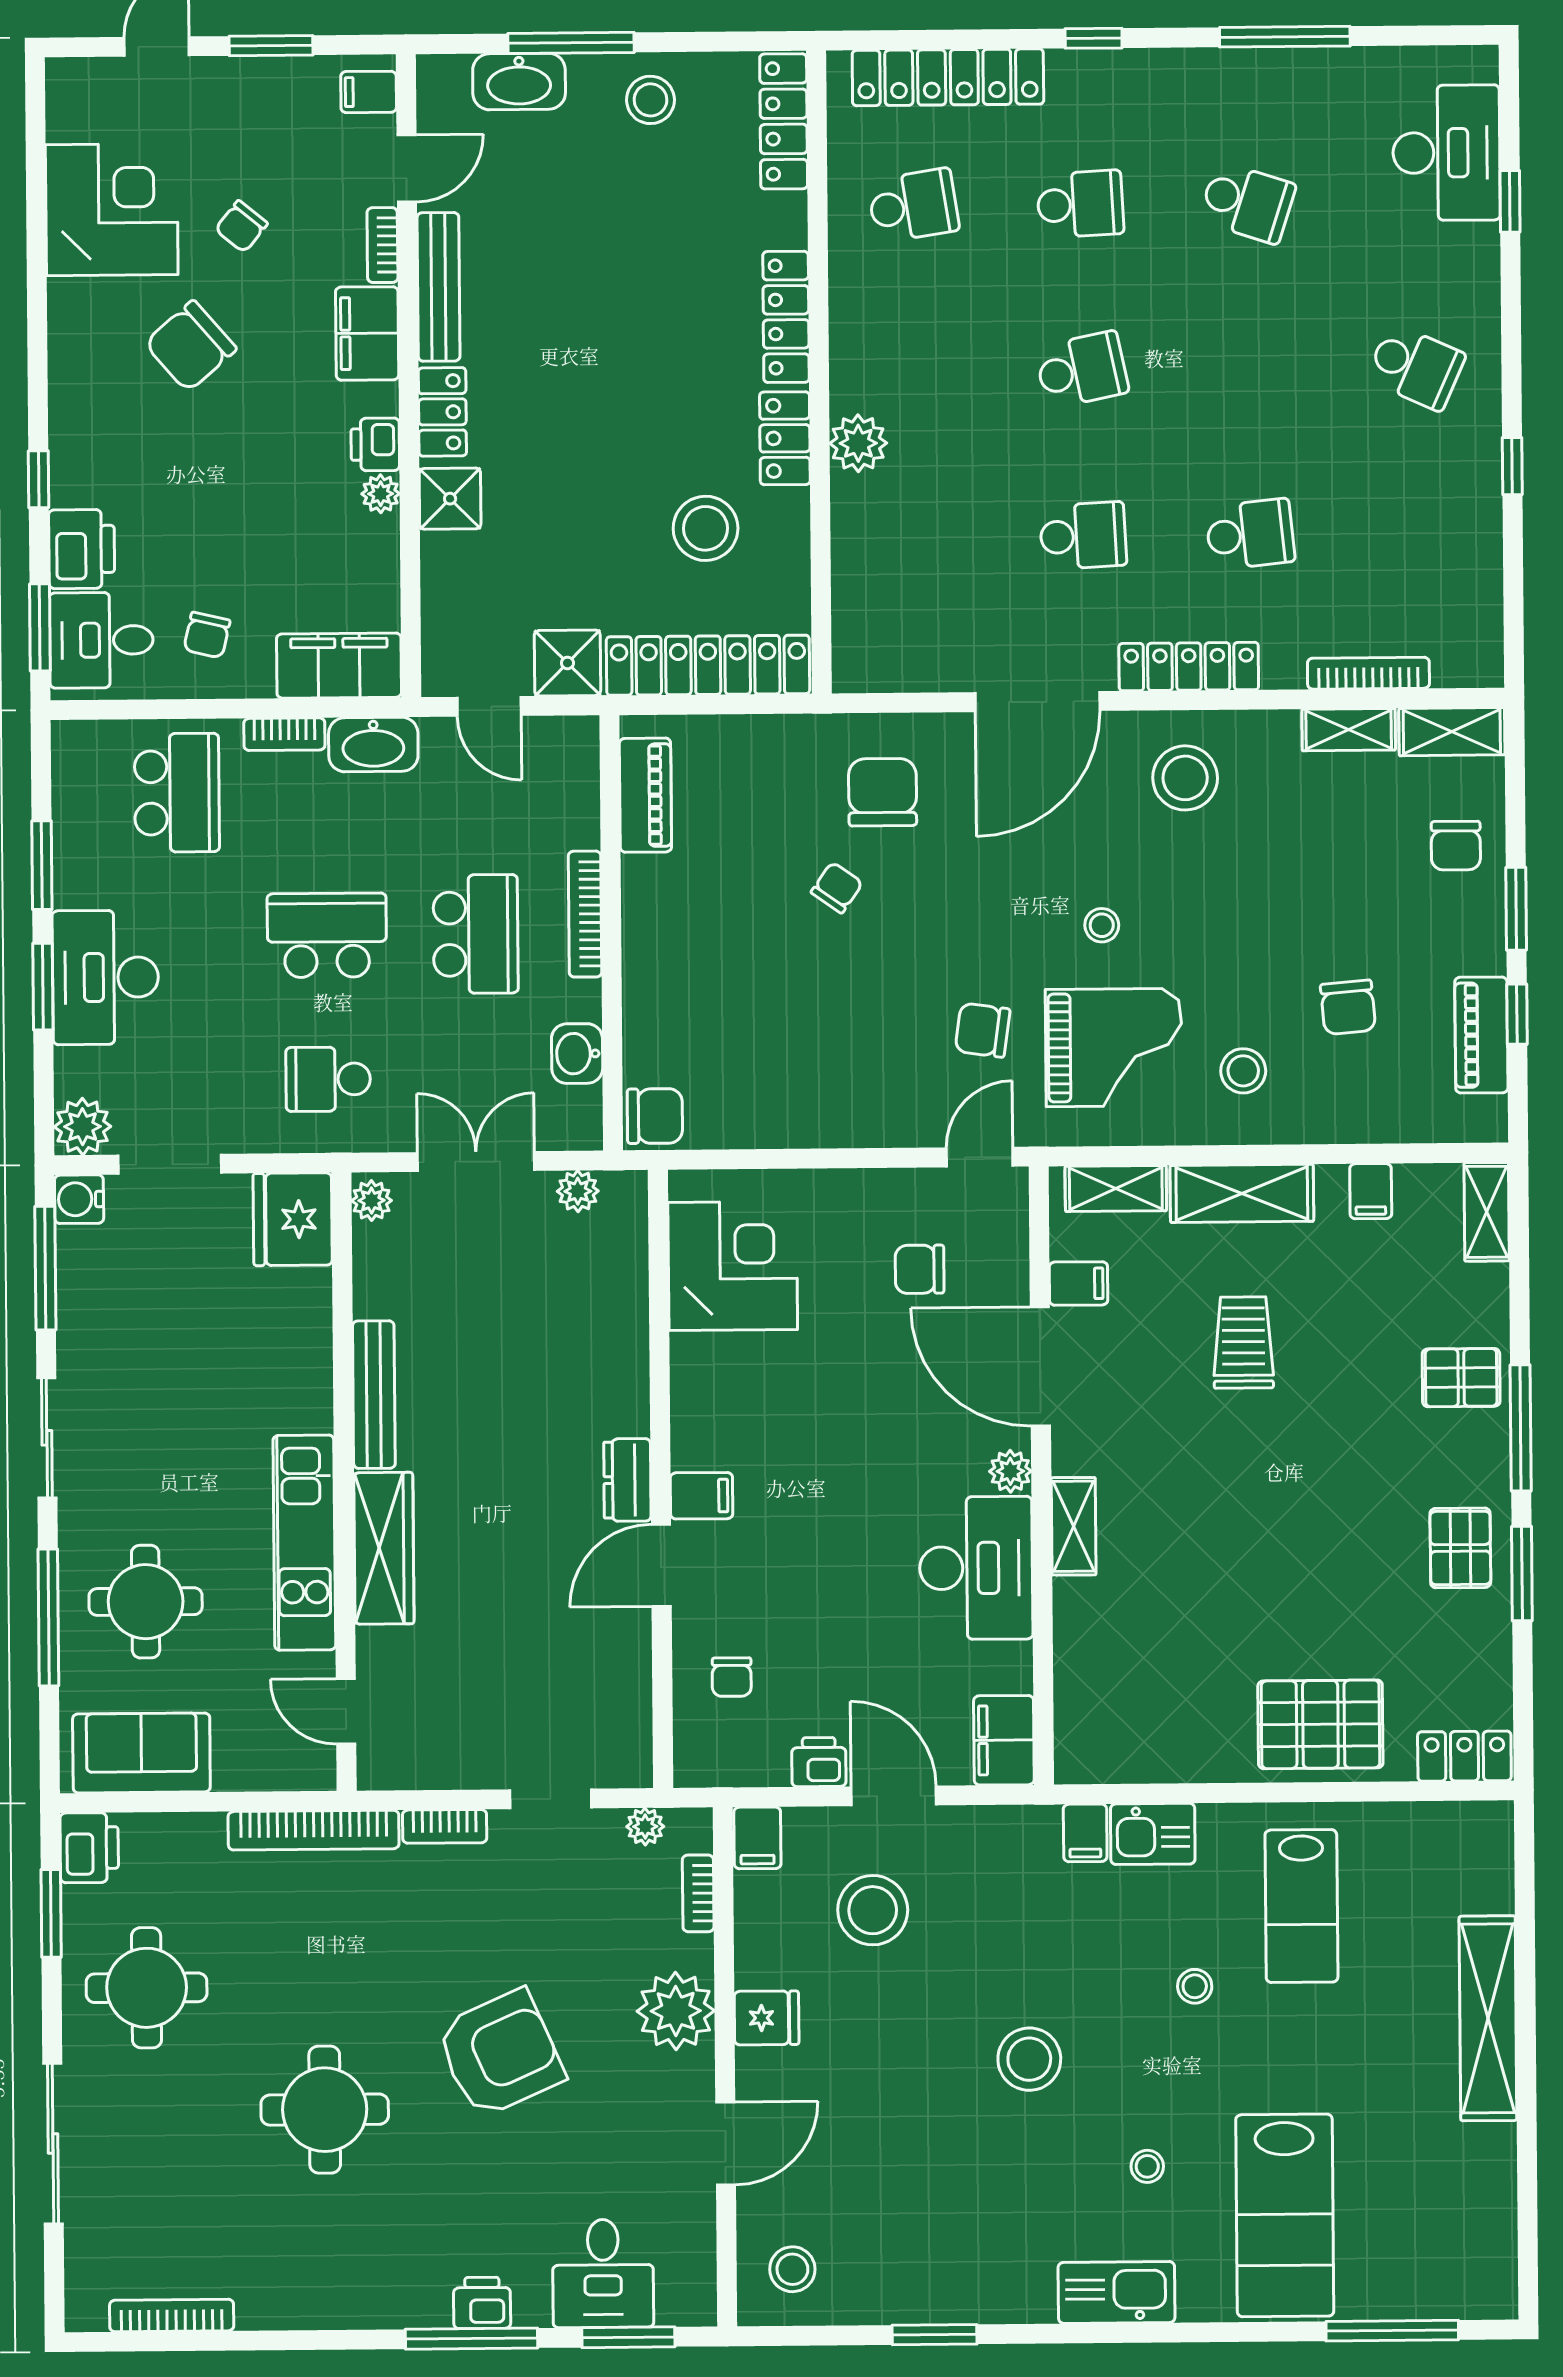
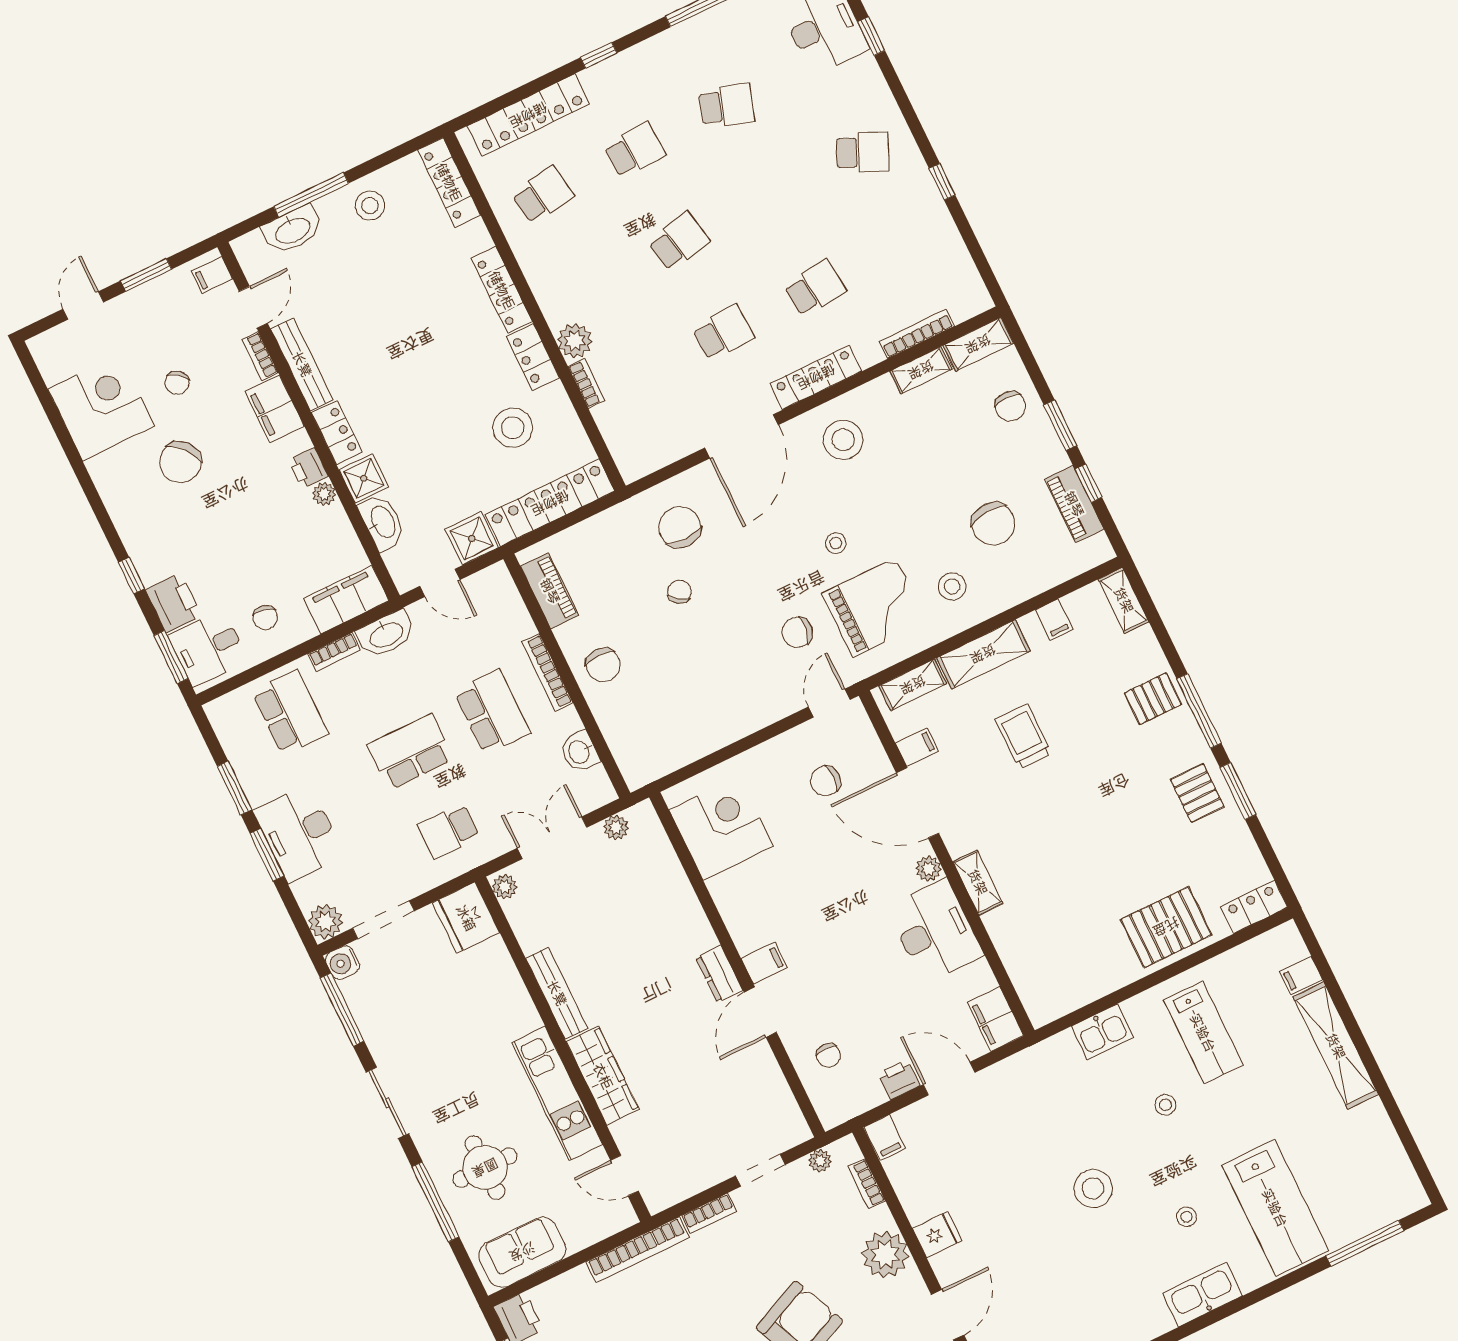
bookcase: (846, 514) -> (586, 383), added
washbasin: (447, 576) -> (382, 522), added
chair: (1348, 1007) -> (993, 524), width x1.37, depth x1.37
chair: (655, 1116) -> (603, 665), moved, turned 90
filing cabinet: (1085, 1833) -> (1301, 975), moved, turned 90
stool: (873, 1910) -> (968, 1147), removed

